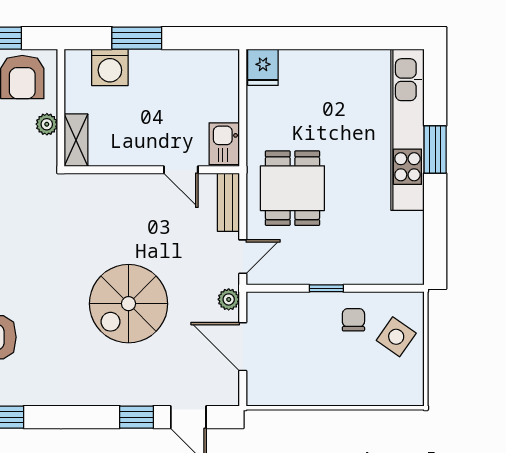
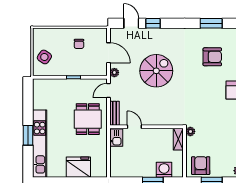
fridge: (263, 67) -> (78, 167), moved, width x1.88, depth x1.34
plant: (47, 124) -> (190, 131), moved
chair: (353, 320) -> (79, 44), moved

